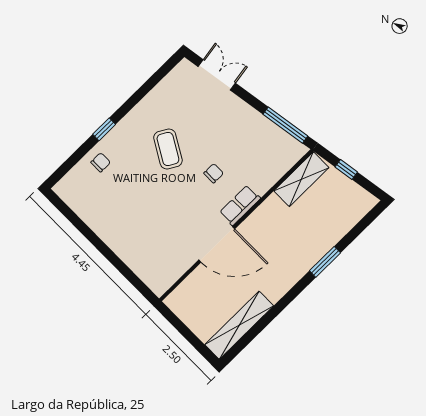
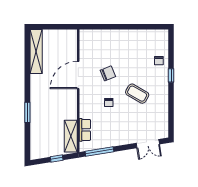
row of seats: (240, 205) -> (85, 130), moved
chair: (179, 210) -> (108, 73), added

